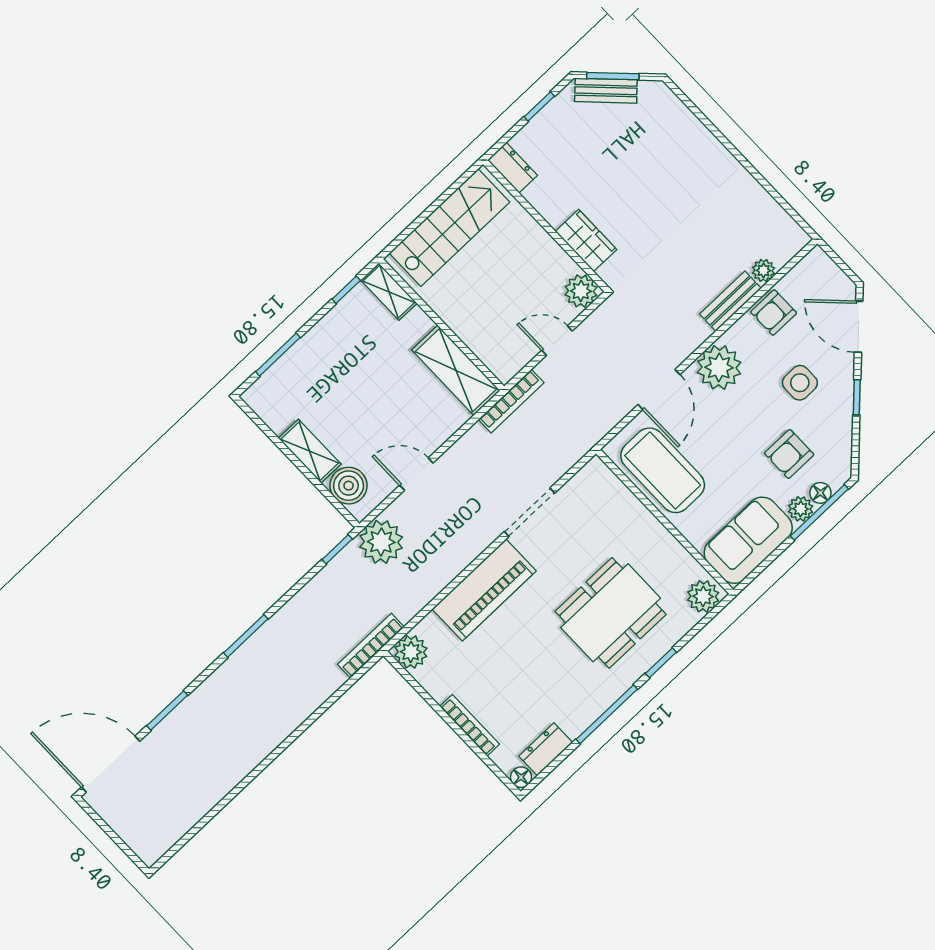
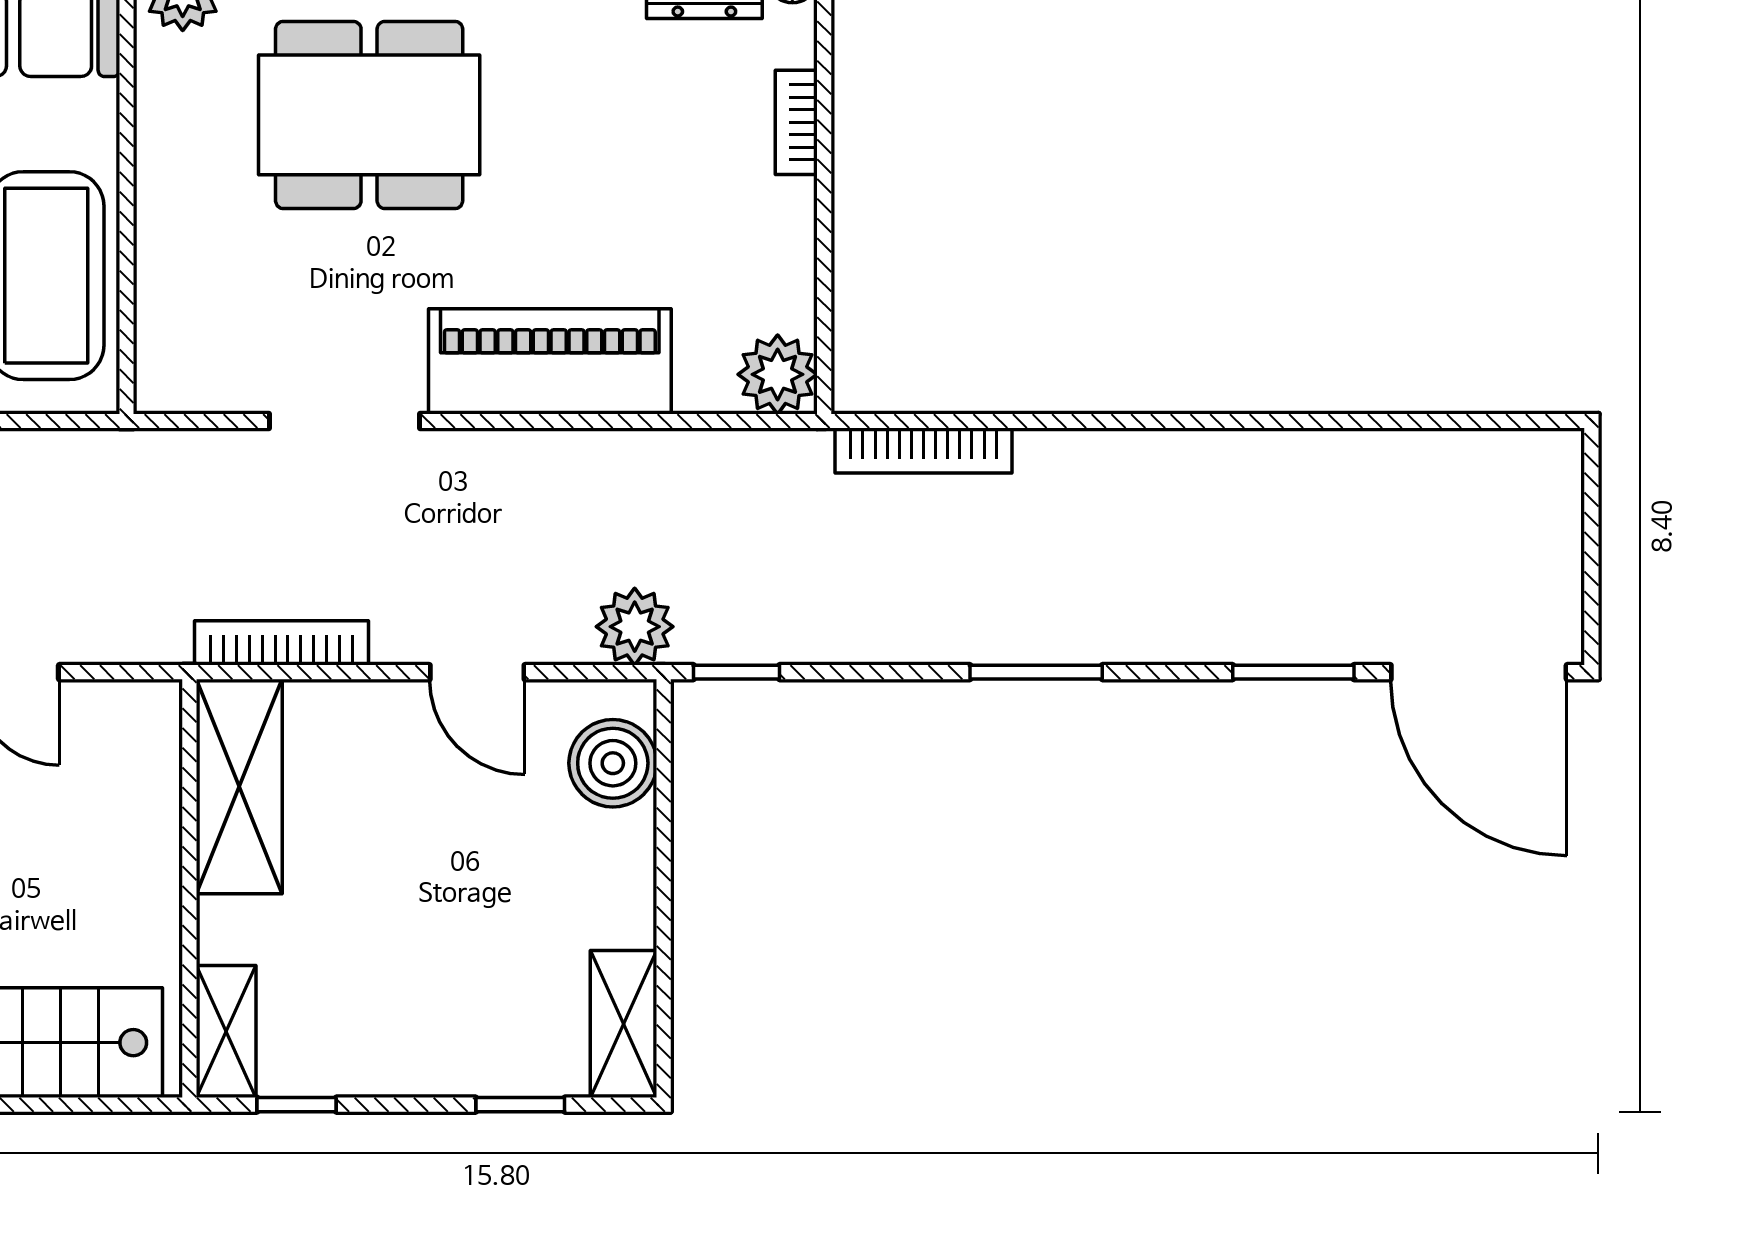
window: (278, 355) -> (520, 1105), width x0.67
bookcase: (511, 401) -> (281, 643), moved
shelving: (310, 451) -> (624, 1024), moved
plant: (381, 542) -> (635, 627), width x0.73, depth x0.73
bookcase: (371, 646) -> (924, 451), moved
bookcase: (470, 725) -> (796, 122), width x0.64

